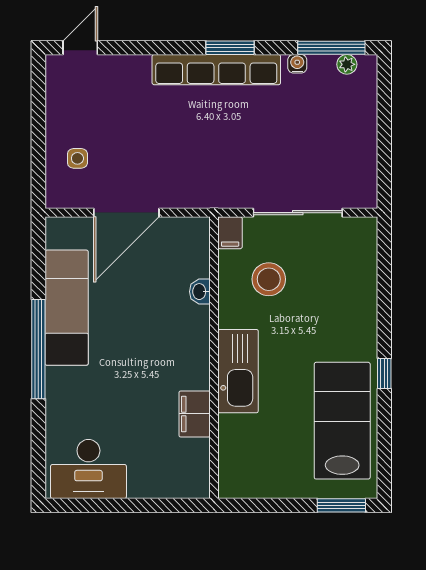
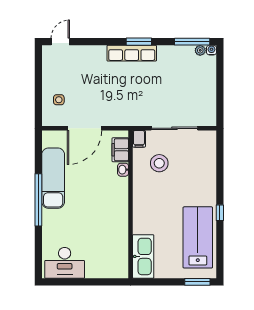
water cooler: (297, 64) -> (211, 50), moved
row of seats: (216, 70) -> (132, 53), width x0.73
kitchen sink: (238, 371) -> (143, 256), moved
filing cabinet: (195, 414) -> (120, 150), moved

